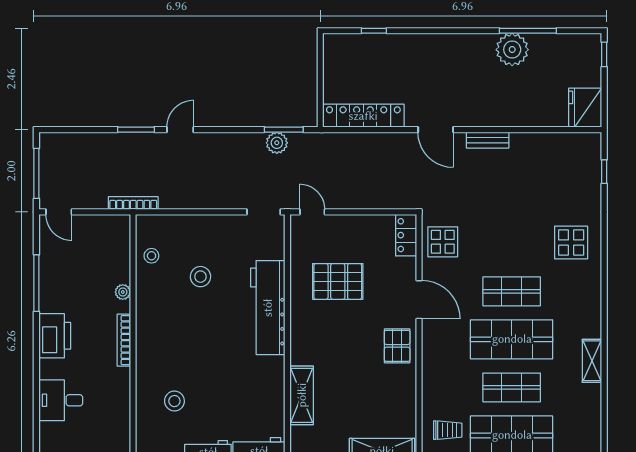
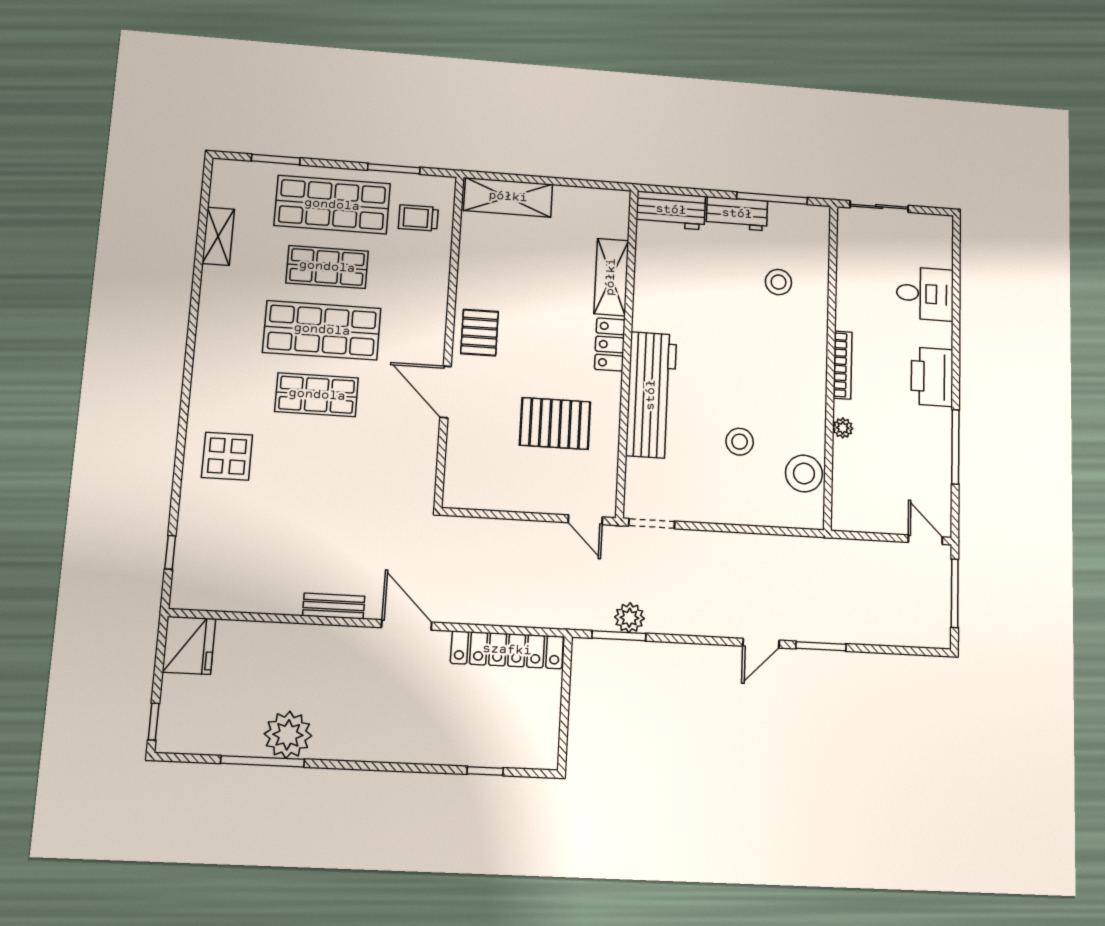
bookcase: (133, 203) -> (827, 546), removed
locker: (406, 235) -> (610, 345), moved, turned 180
display table: (443, 242) -> (407, 468), removed
stool: (151, 256) -> (804, 473), width x1.89, depth x1.89
shelving: (592, 361) -> (218, 236), moved

